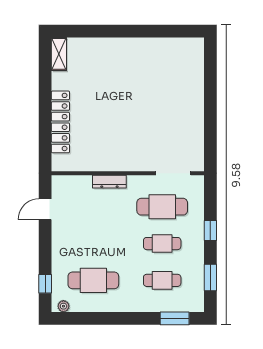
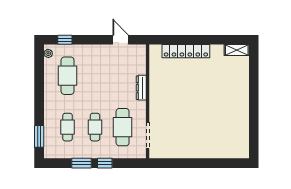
window: (210, 278) -> (82, 163), moved

